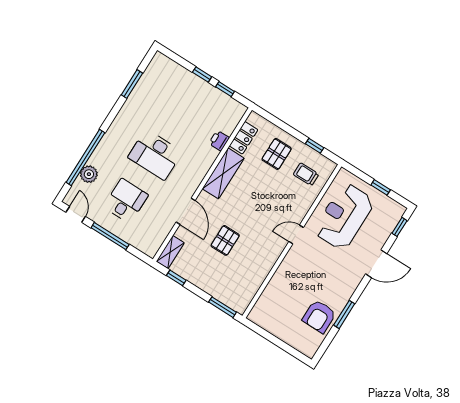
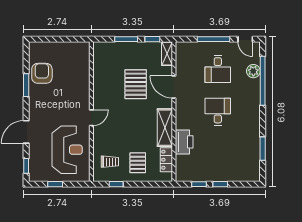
printer: (219, 141) -> (184, 142), width x1.87, depth x1.48
desk: (155, 155) -> (218, 112), width x0.73
pallet: (225, 240) -> (136, 84), width x1.50, depth x1.42
window: (223, 307) -> (126, 39), moved

